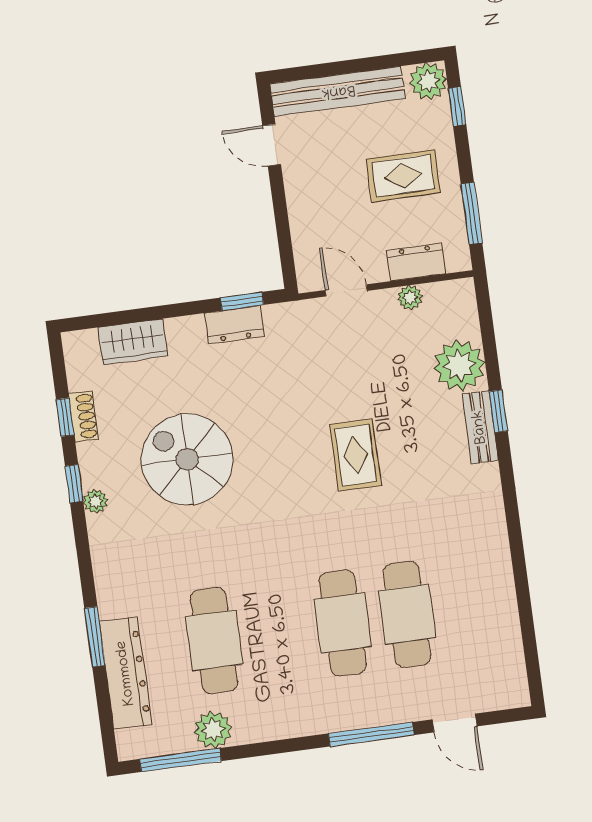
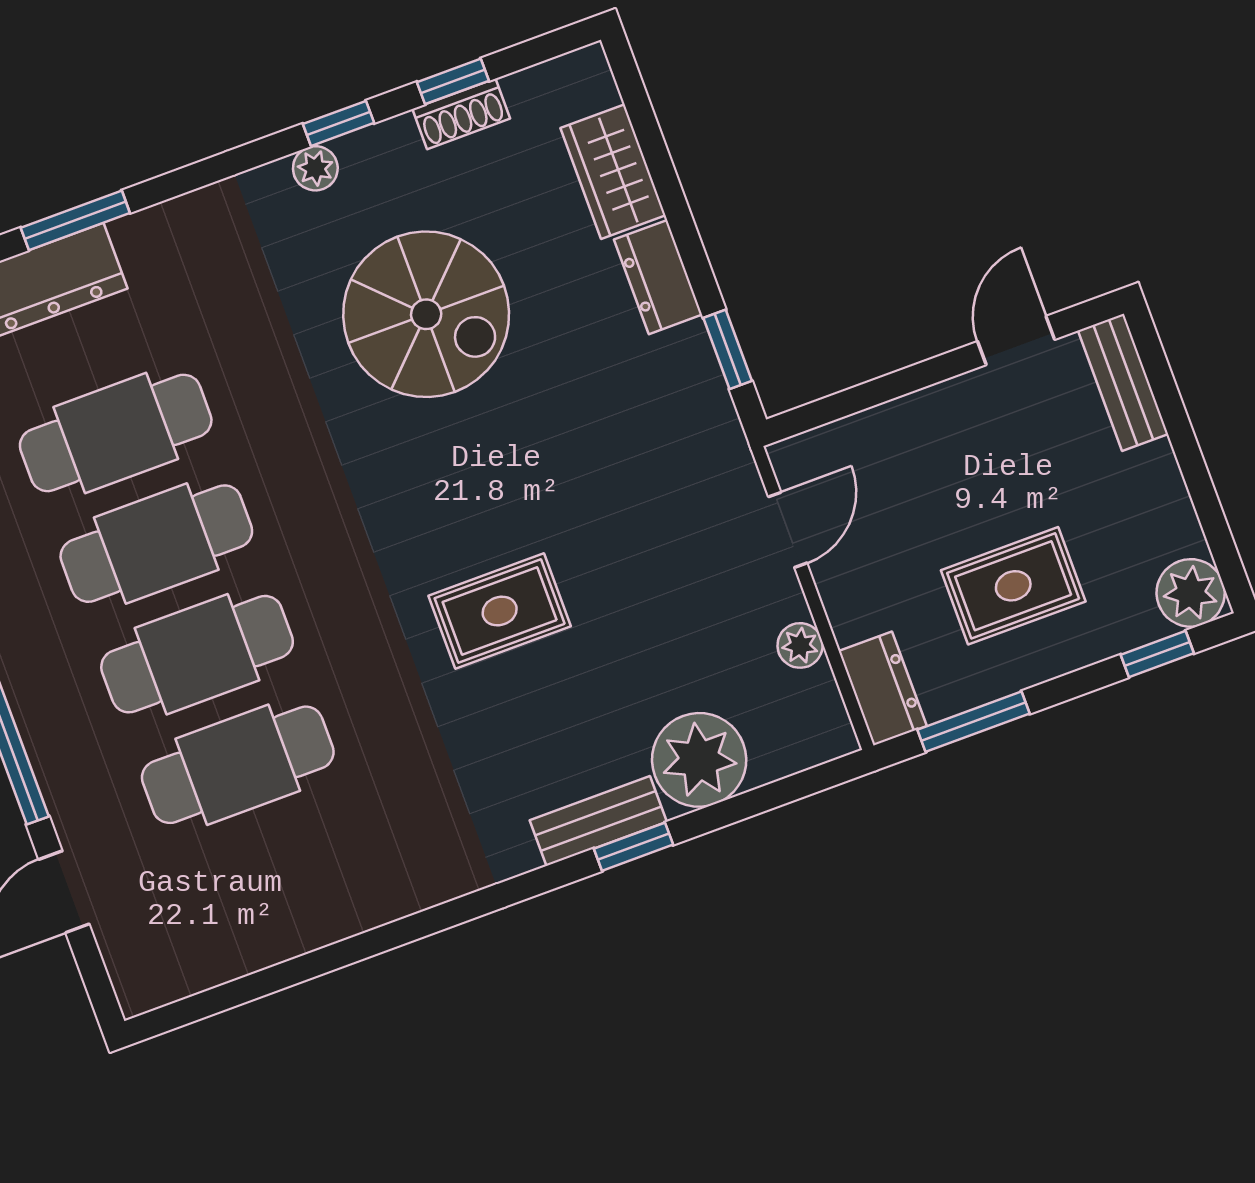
bench: (338, 91) -> (1123, 382), width x0.54, depth x0.82
rug: (403, 176) -> (1013, 586), turned 90
dresser: (416, 262) -> (883, 689), moved
dresser: (234, 325) -> (658, 277), moved
spiral stairs: (187, 459) -> (426, 314), turned 90
cafe table: (278, 632) -> (156, 544), added

